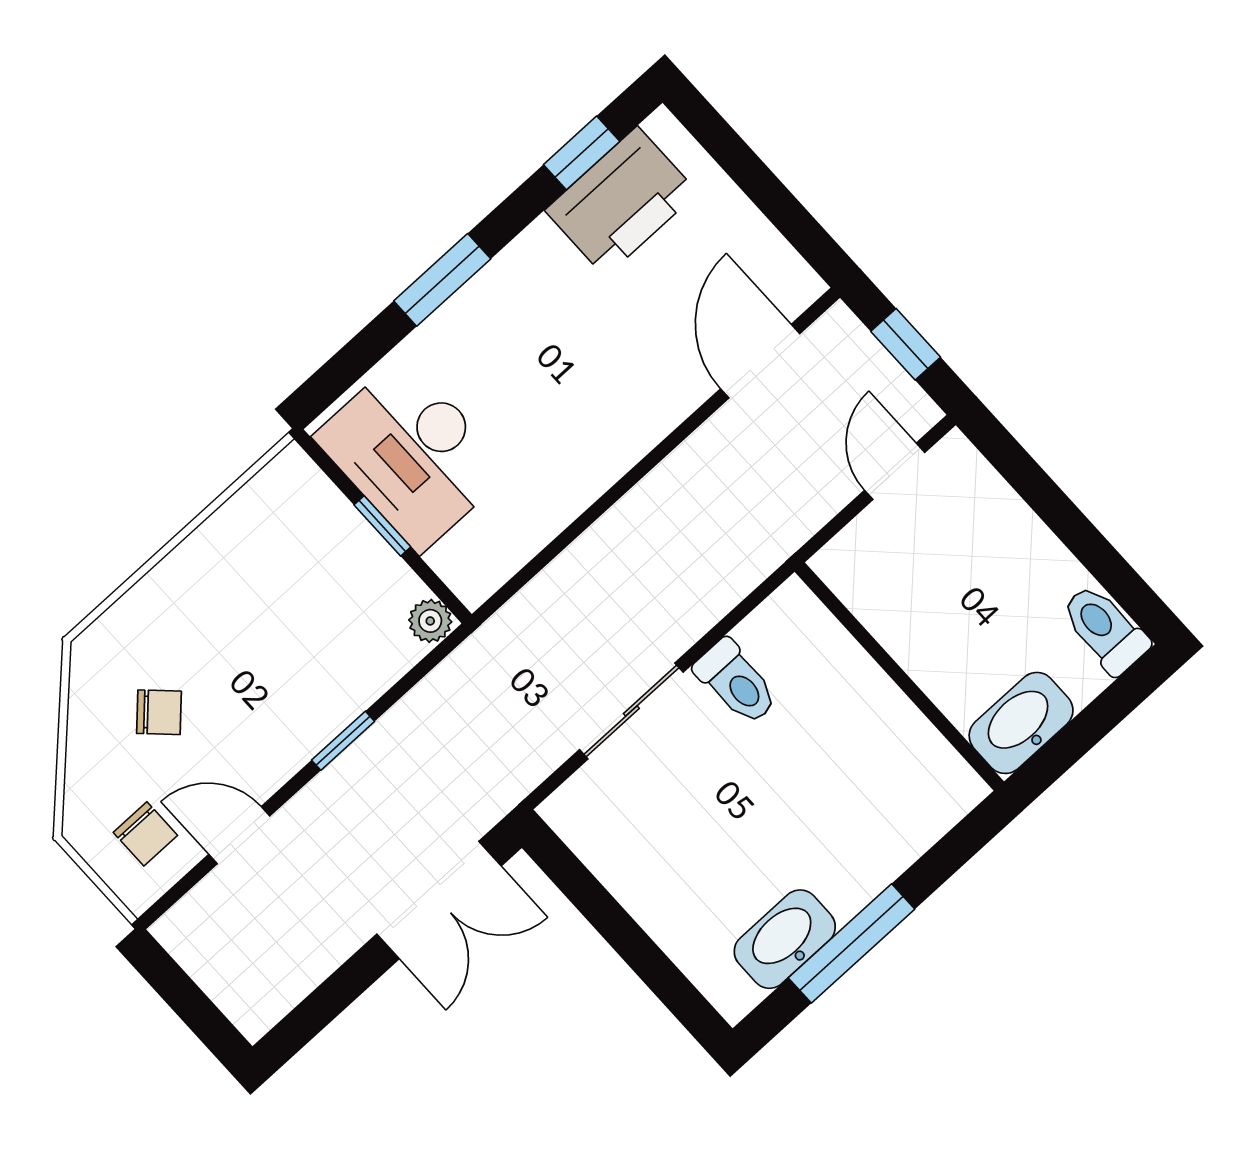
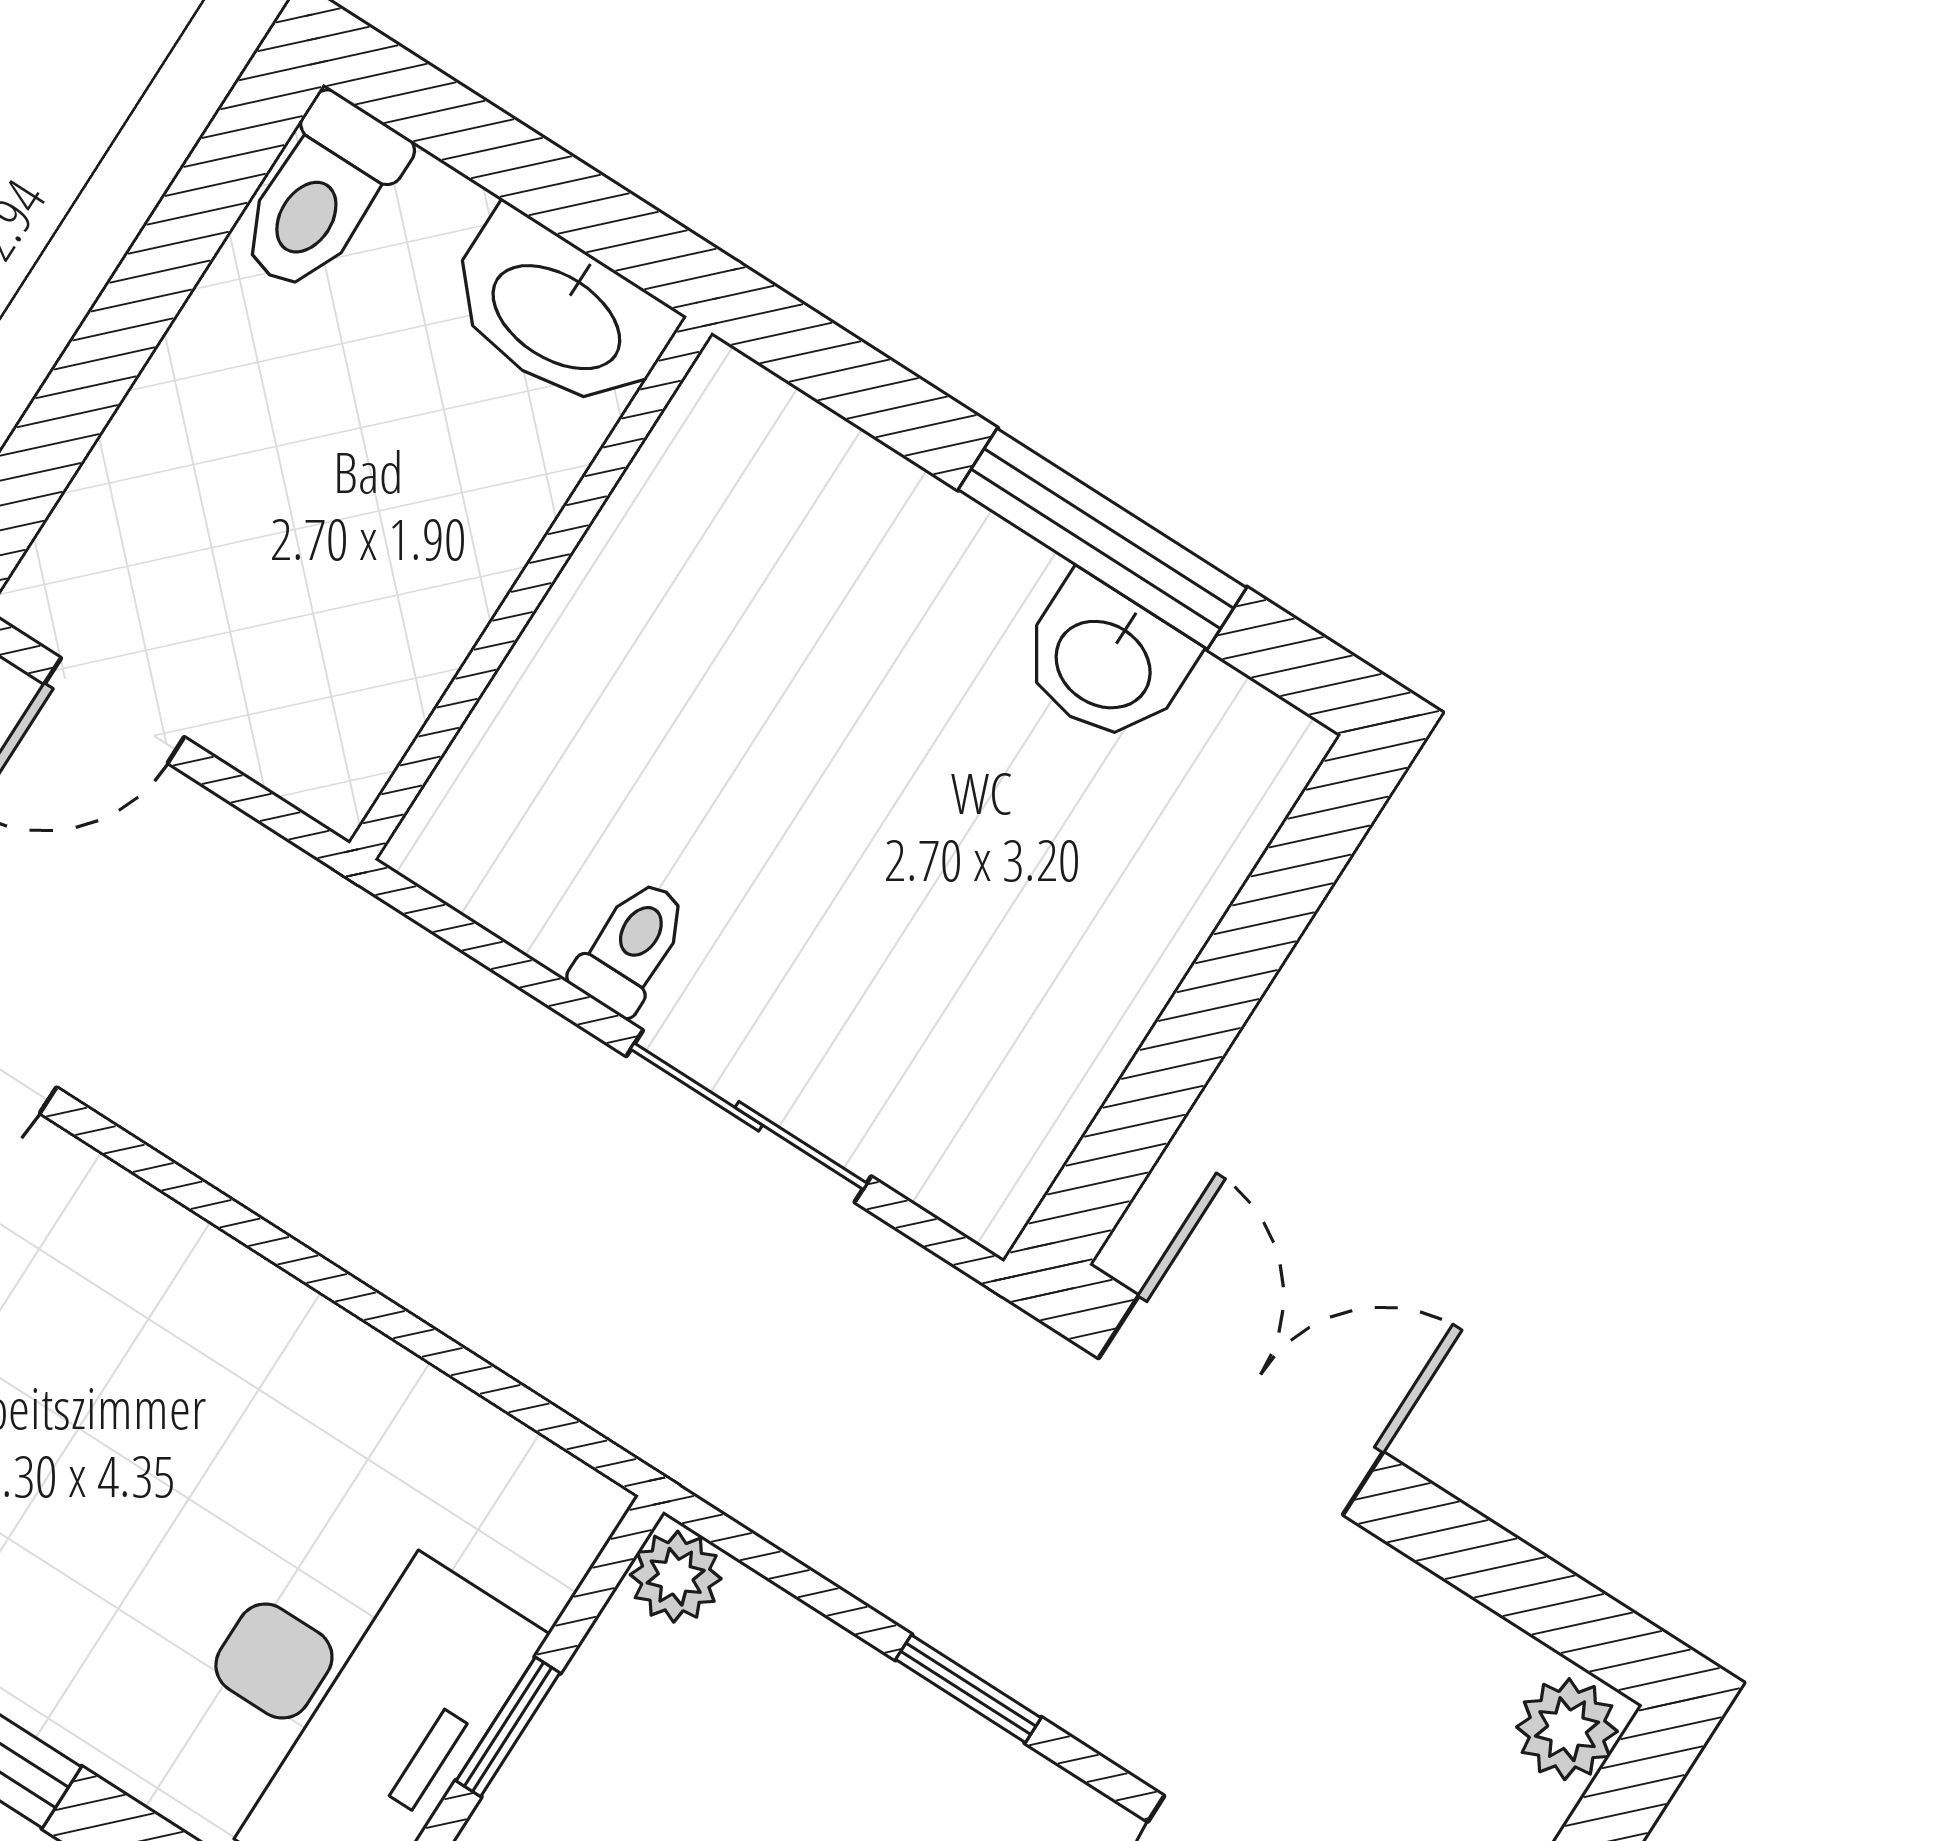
toilet: (736, 682) -> (631, 947), width x0.73, depth x0.72
washbasin: (785, 939) -> (1105, 661), width x0.72
plant: (251, 1009) -> (1567, 1729), added

